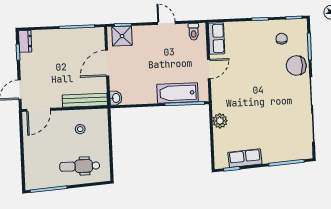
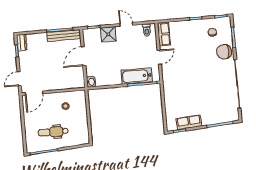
shower: (122, 36) -> (108, 34), moved
bench: (85, 100) -> (64, 35), moved
plant: (220, 121) -> (169, 95), removed
dental chair: (80, 166) -> (53, 132), moved

